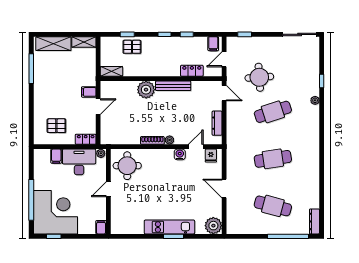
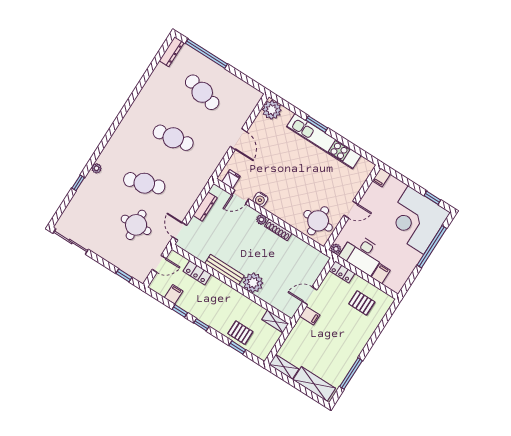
filing cabinet: (213, 44) -> (174, 294), moved
kitchen unit: (169, 227) -> (324, 141), width x1.36

